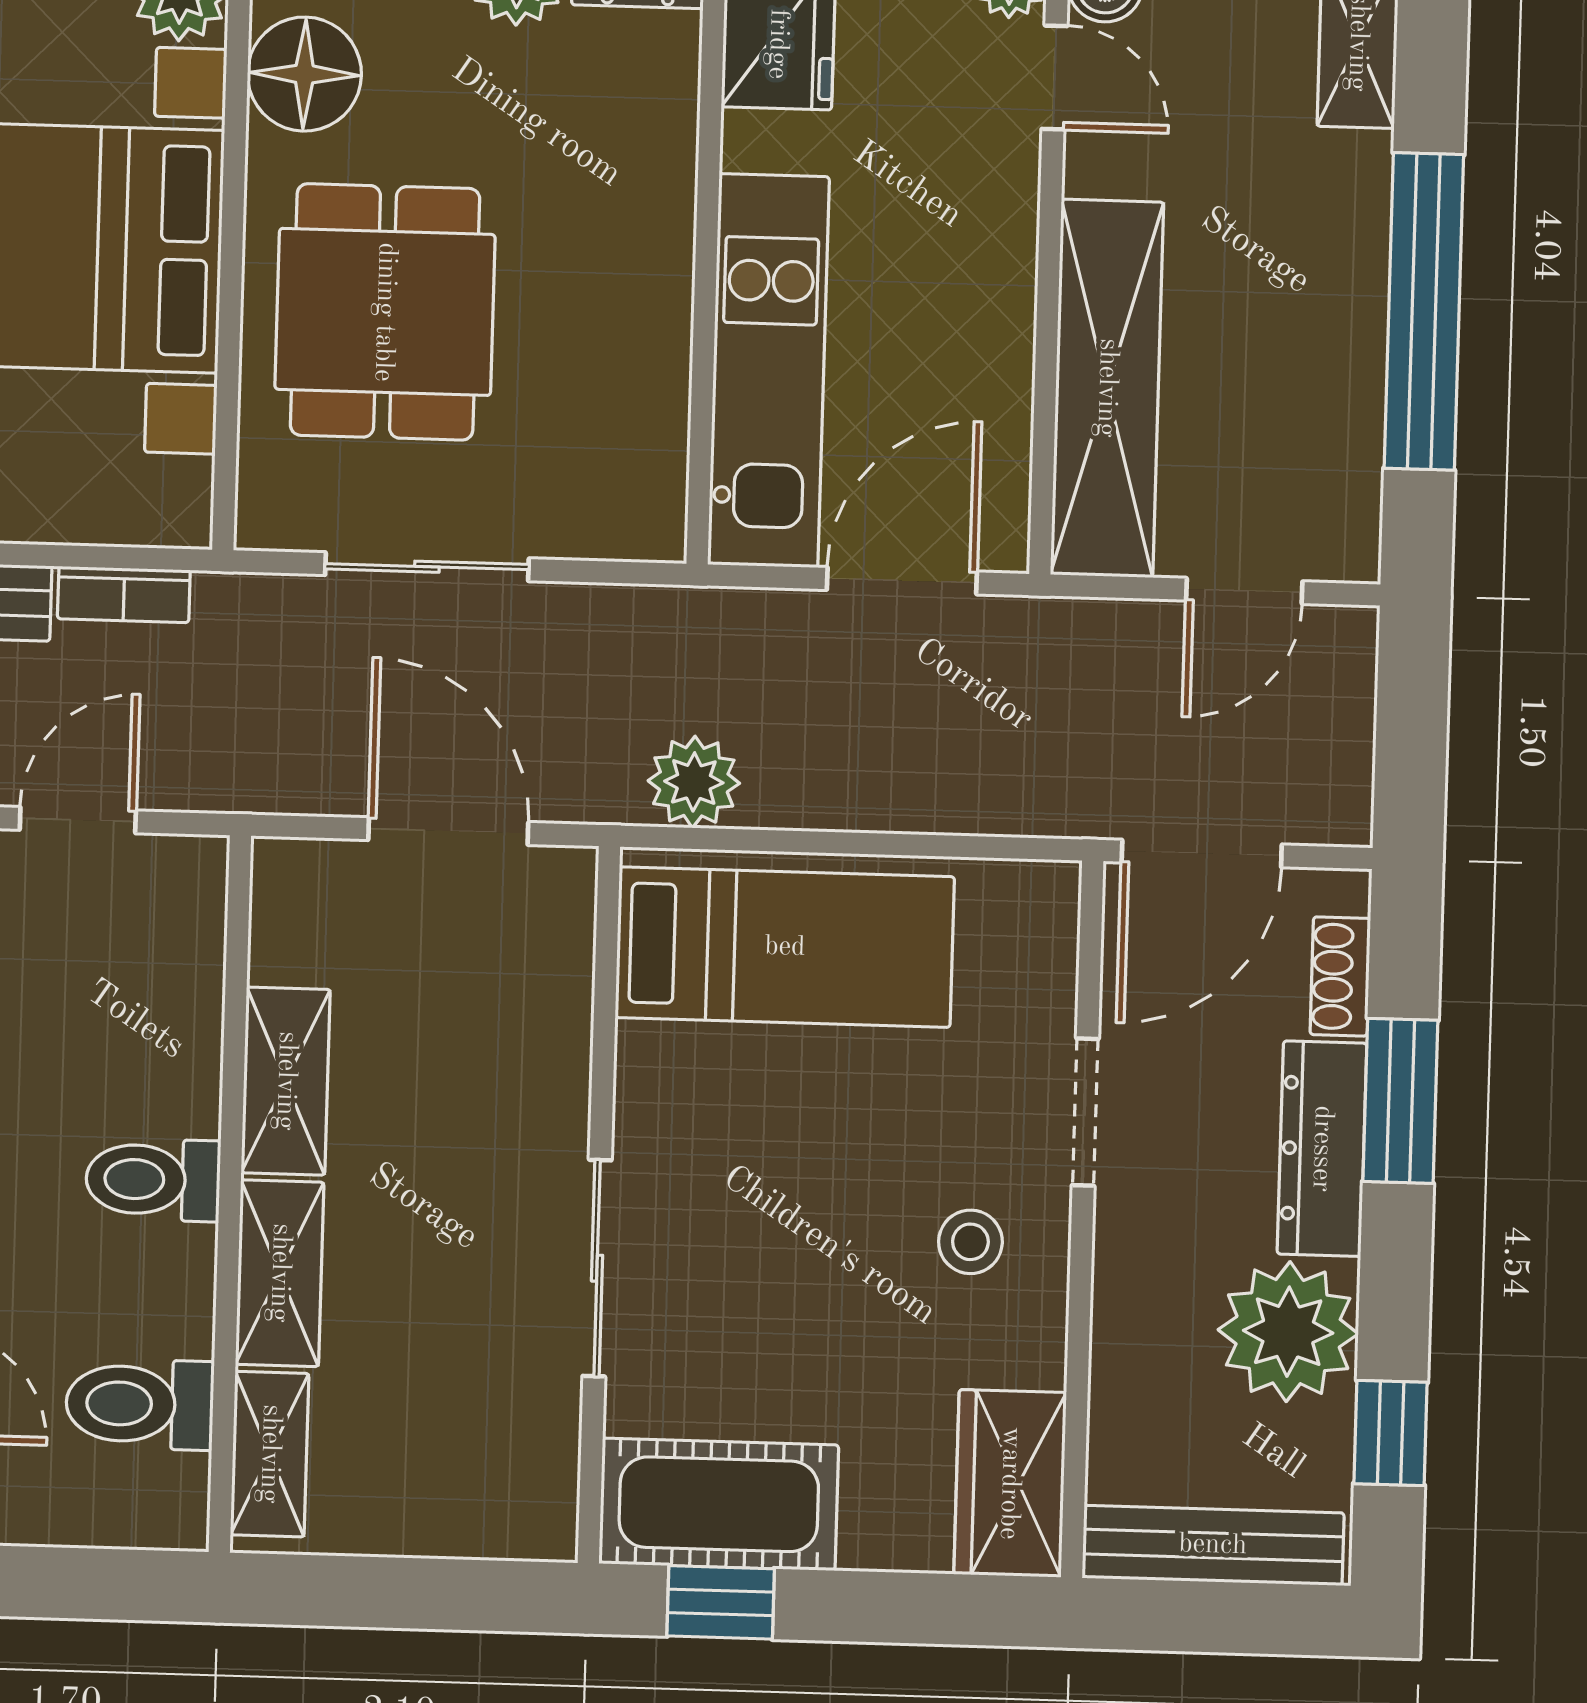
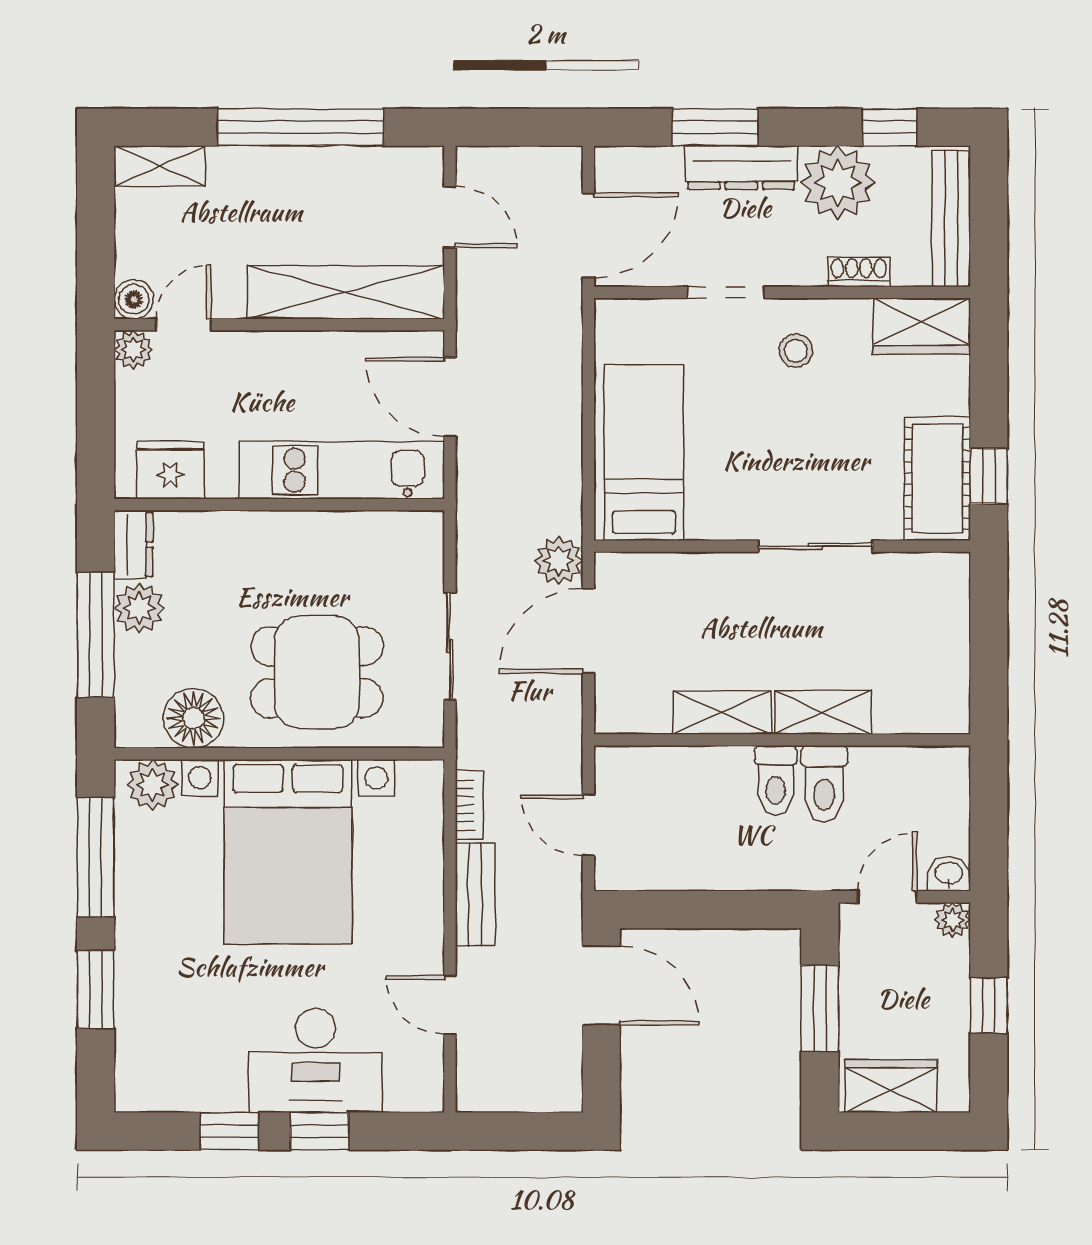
plant: (694, 782) -> (559, 561), moved
door: (1202, 853) -> (588, 235), hinge flipped
shoe rack: (1340, 976) -> (859, 272), moved, turned 180
toilet: (140, 1404) -> (824, 784), moved
shelving: (270, 1454) -> (918, 715), removed

